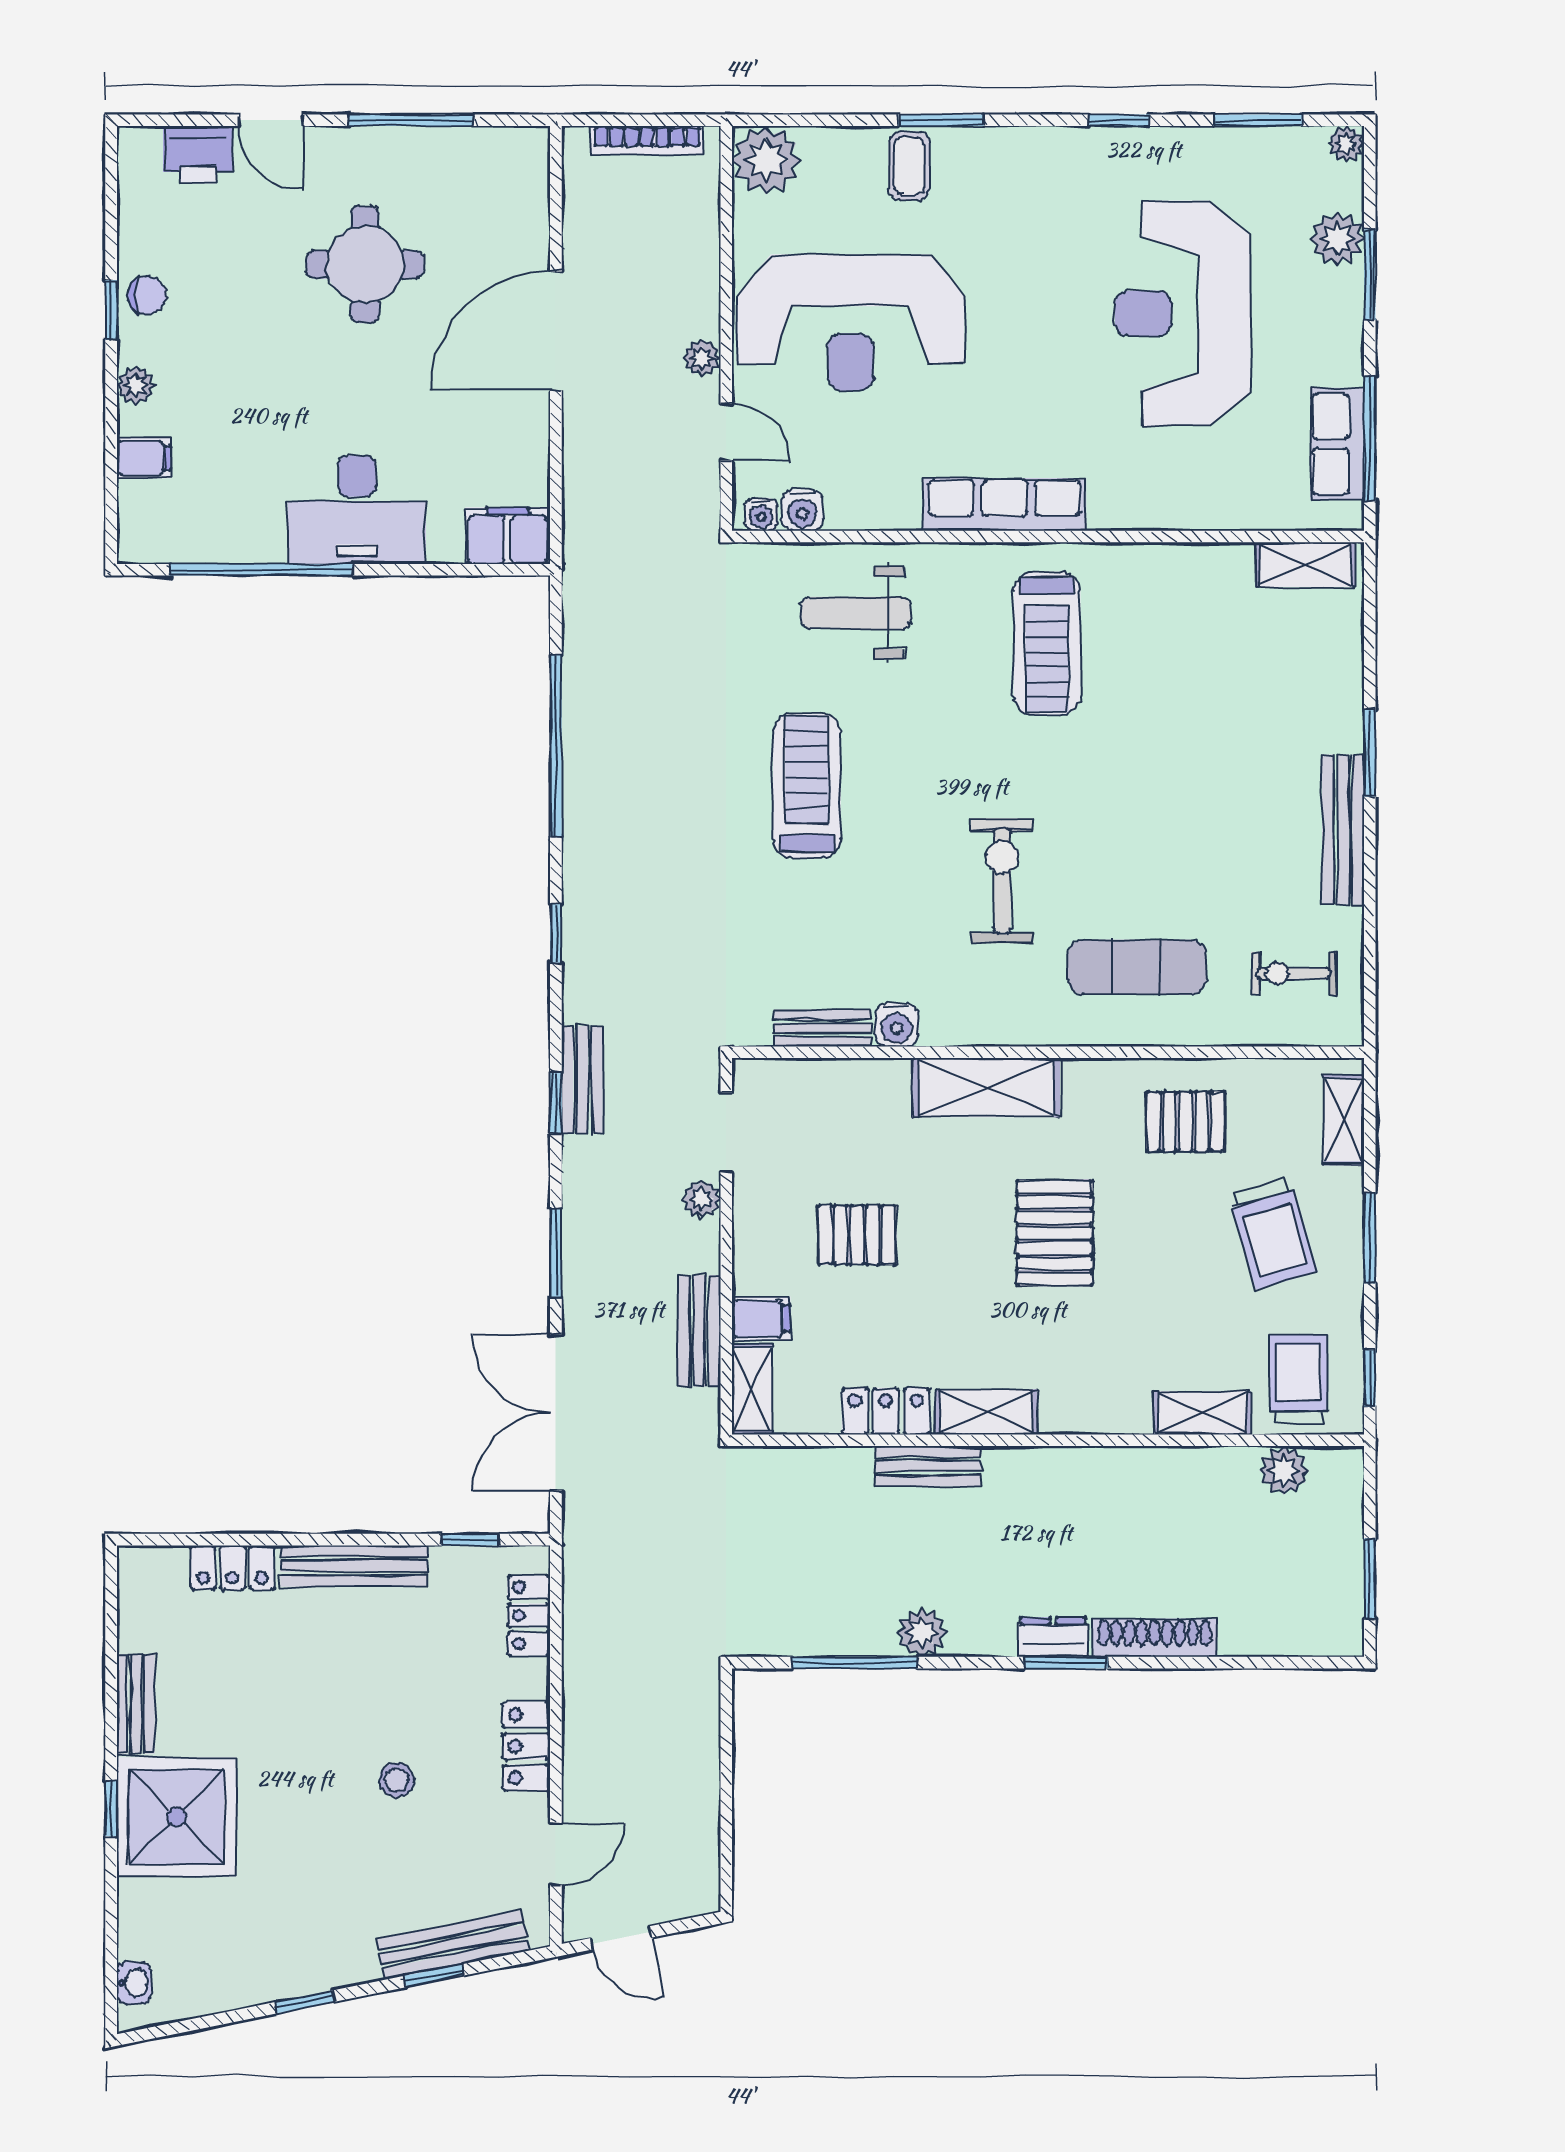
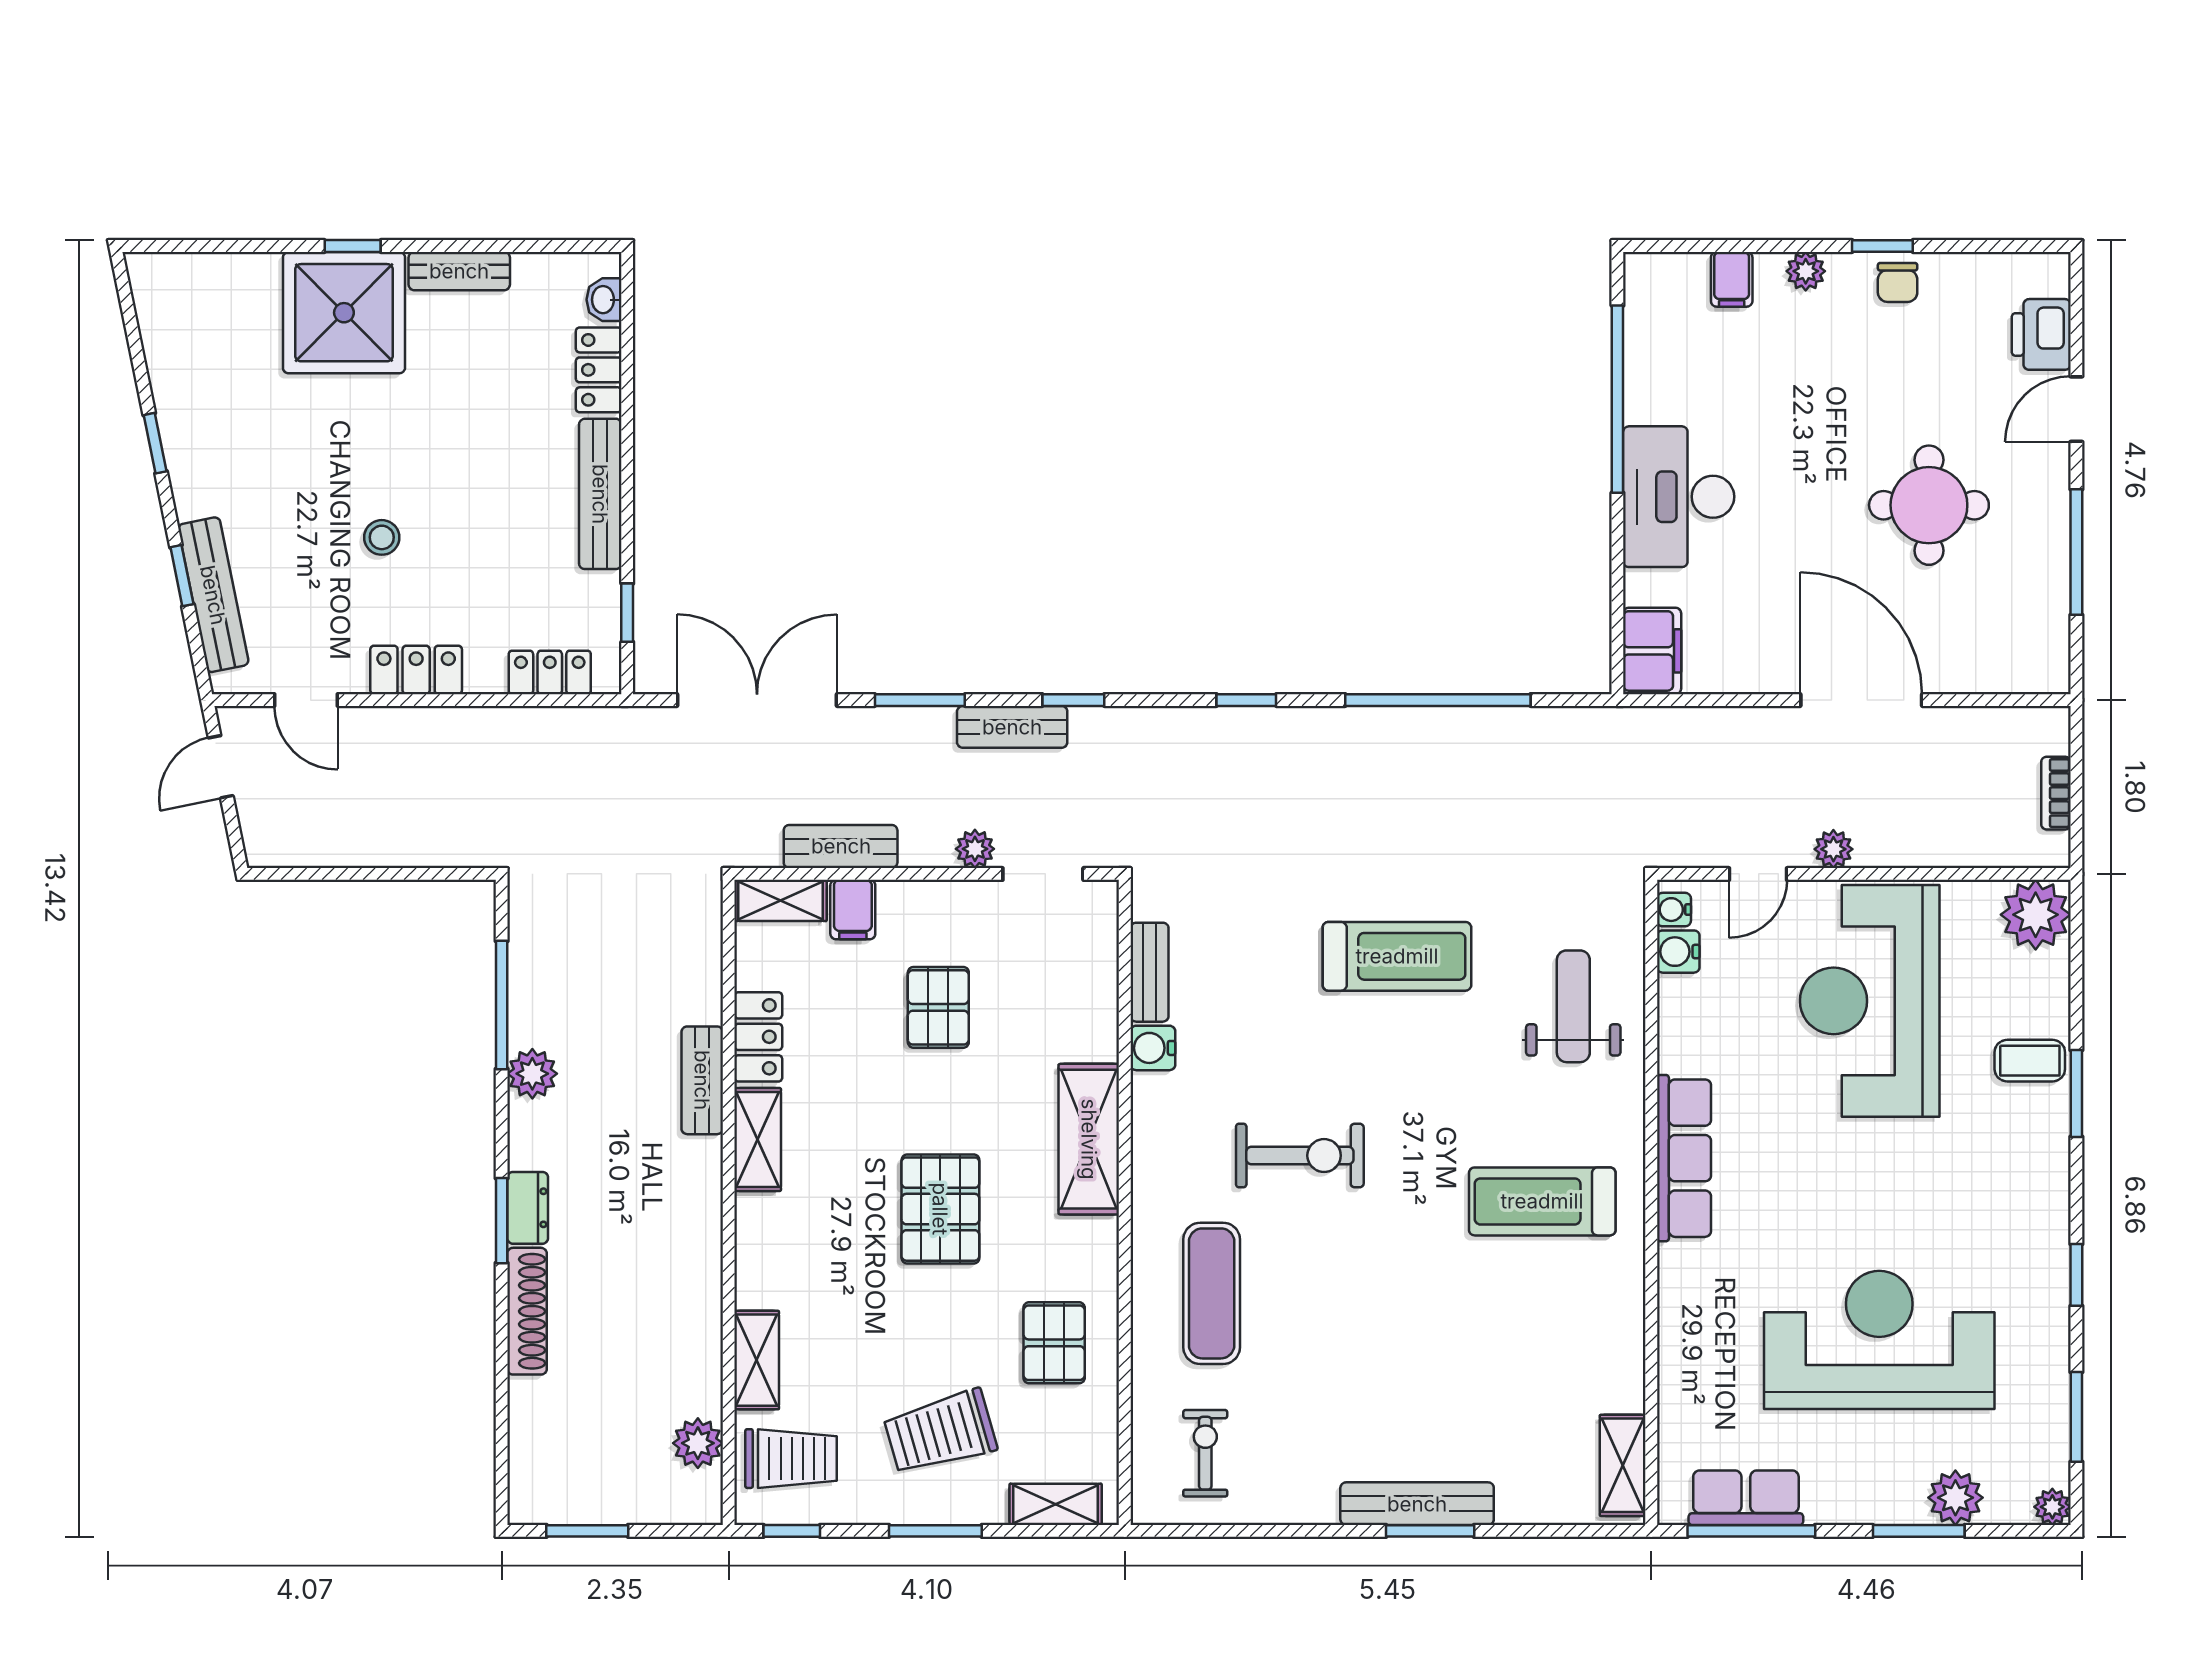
bookcase: (647, 140) -> (2056, 793), width x0.64
bench: (1343, 830) -> (1417, 1504), moved
bench: (582, 1080) -> (1012, 727), moved
pallet: (1054, 1233) -> (940, 1209), turned 90
washbasin: (134, 1983) -> (604, 300), moved, turned 90

